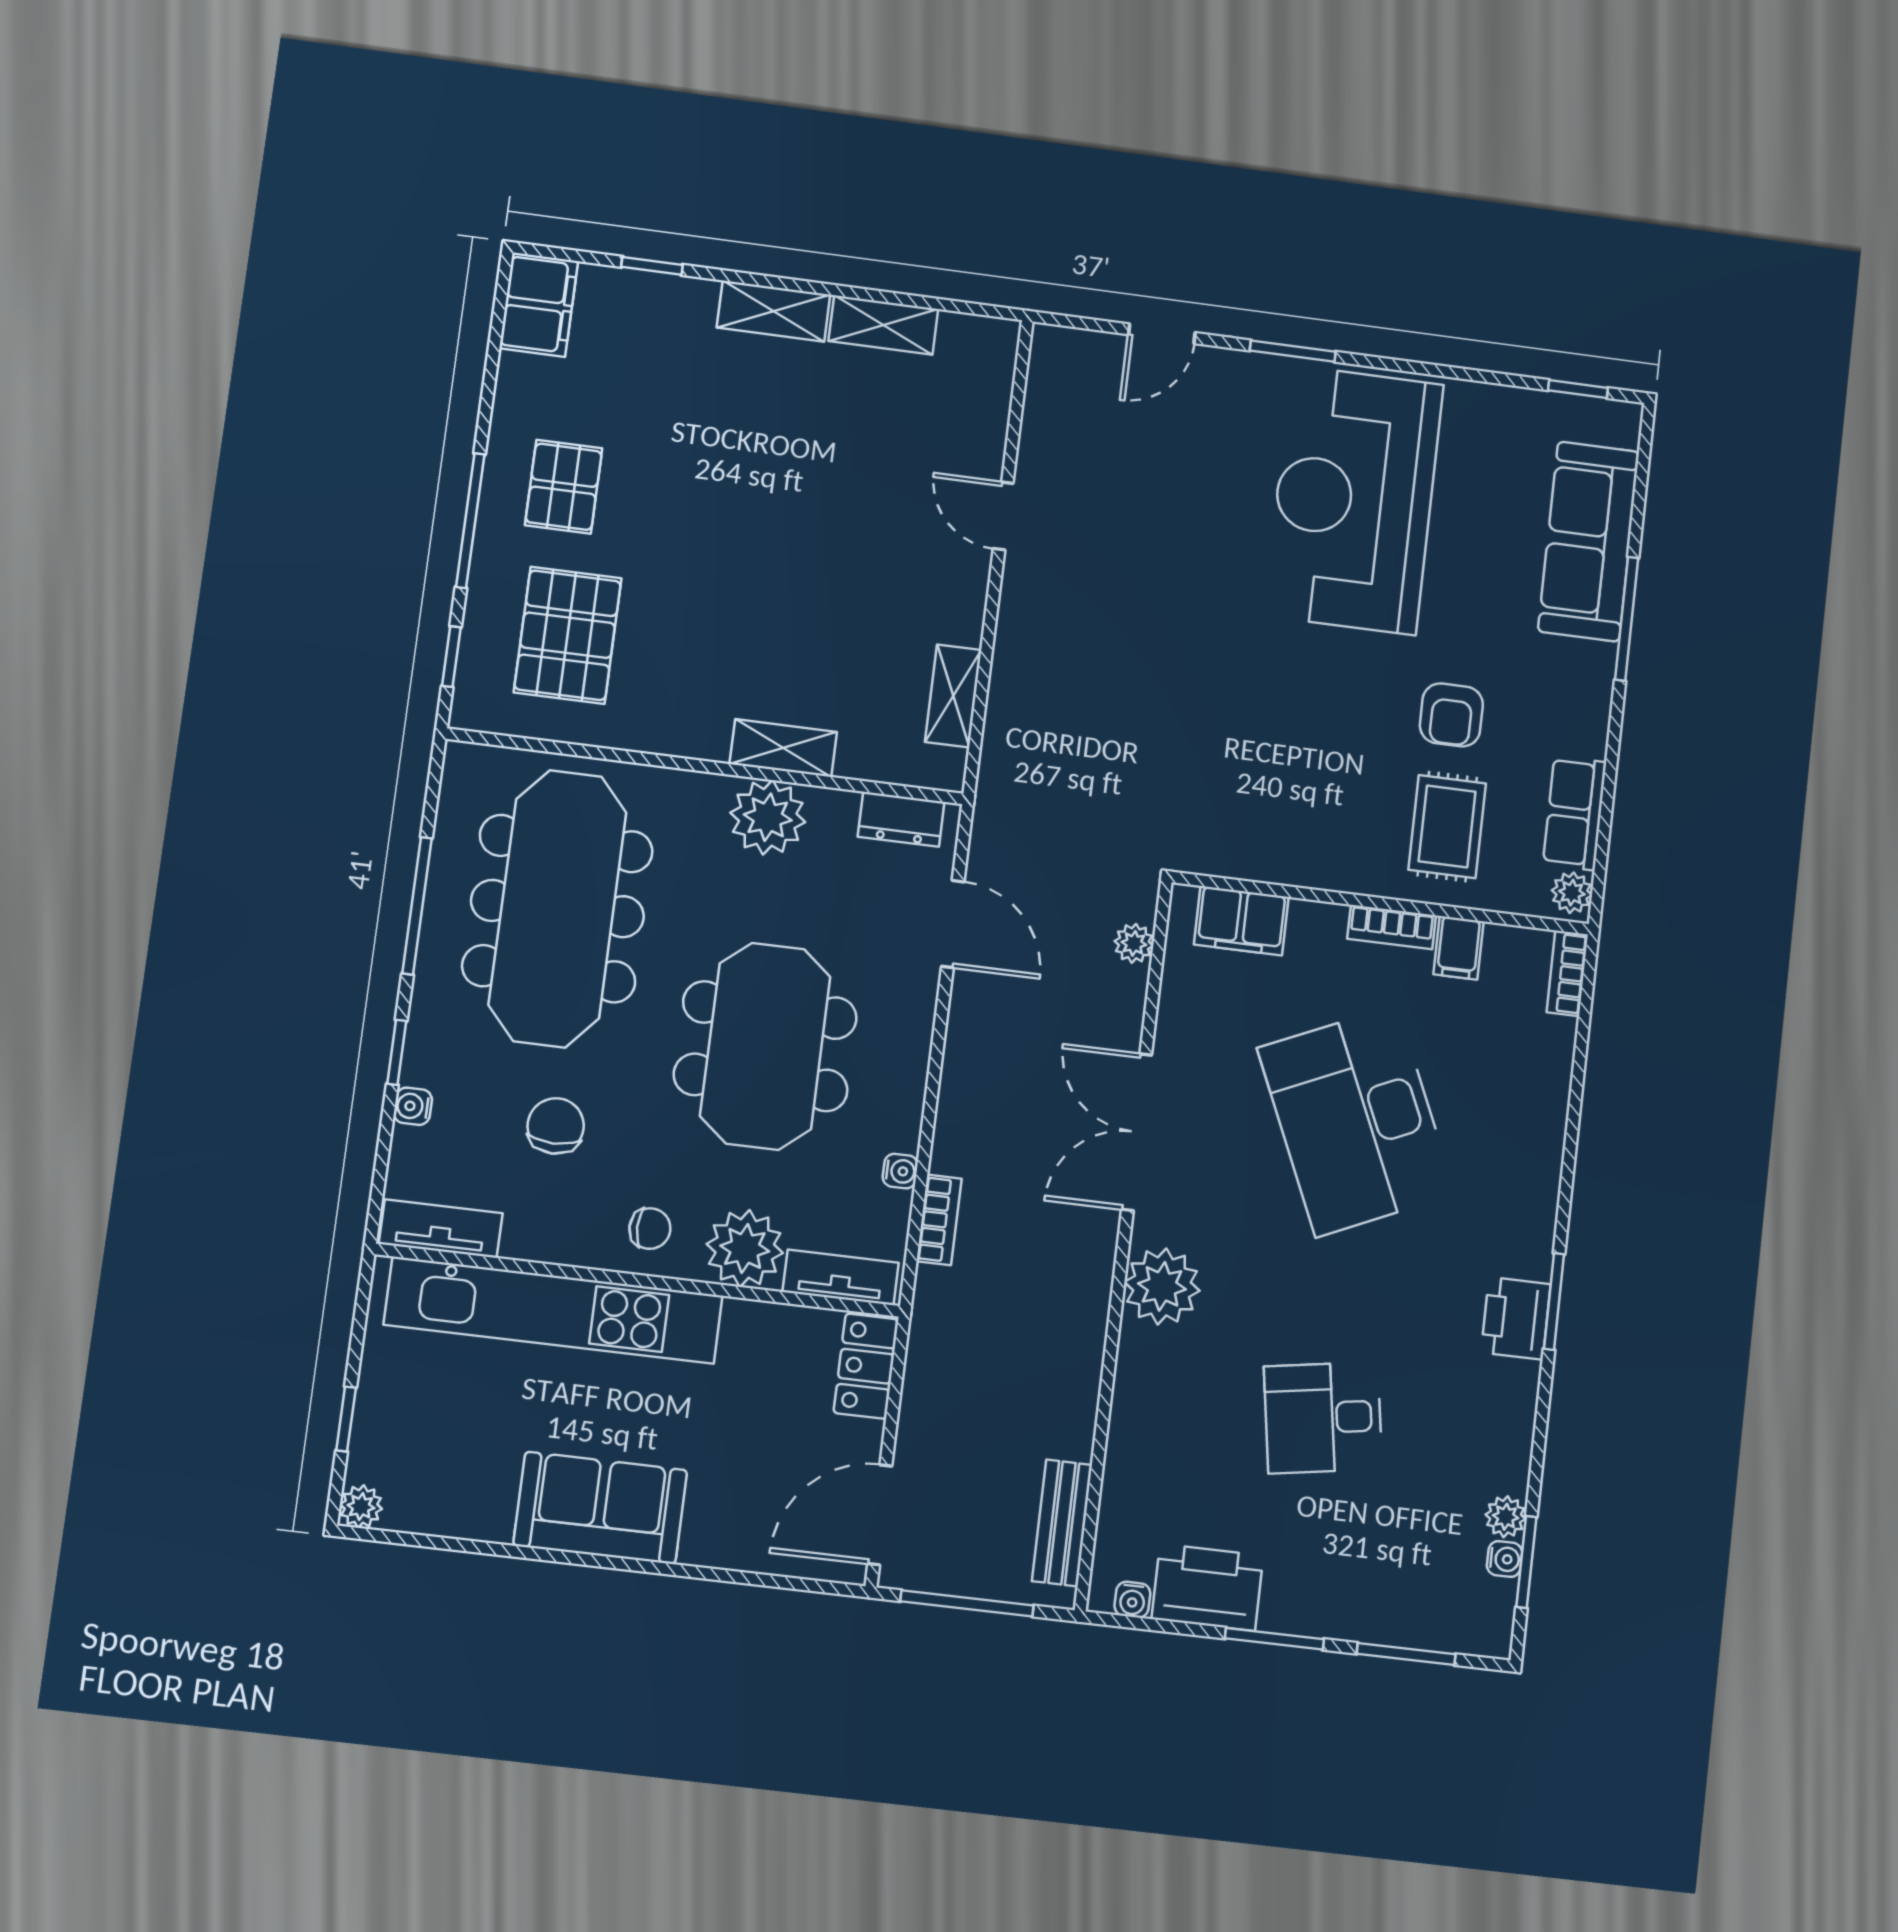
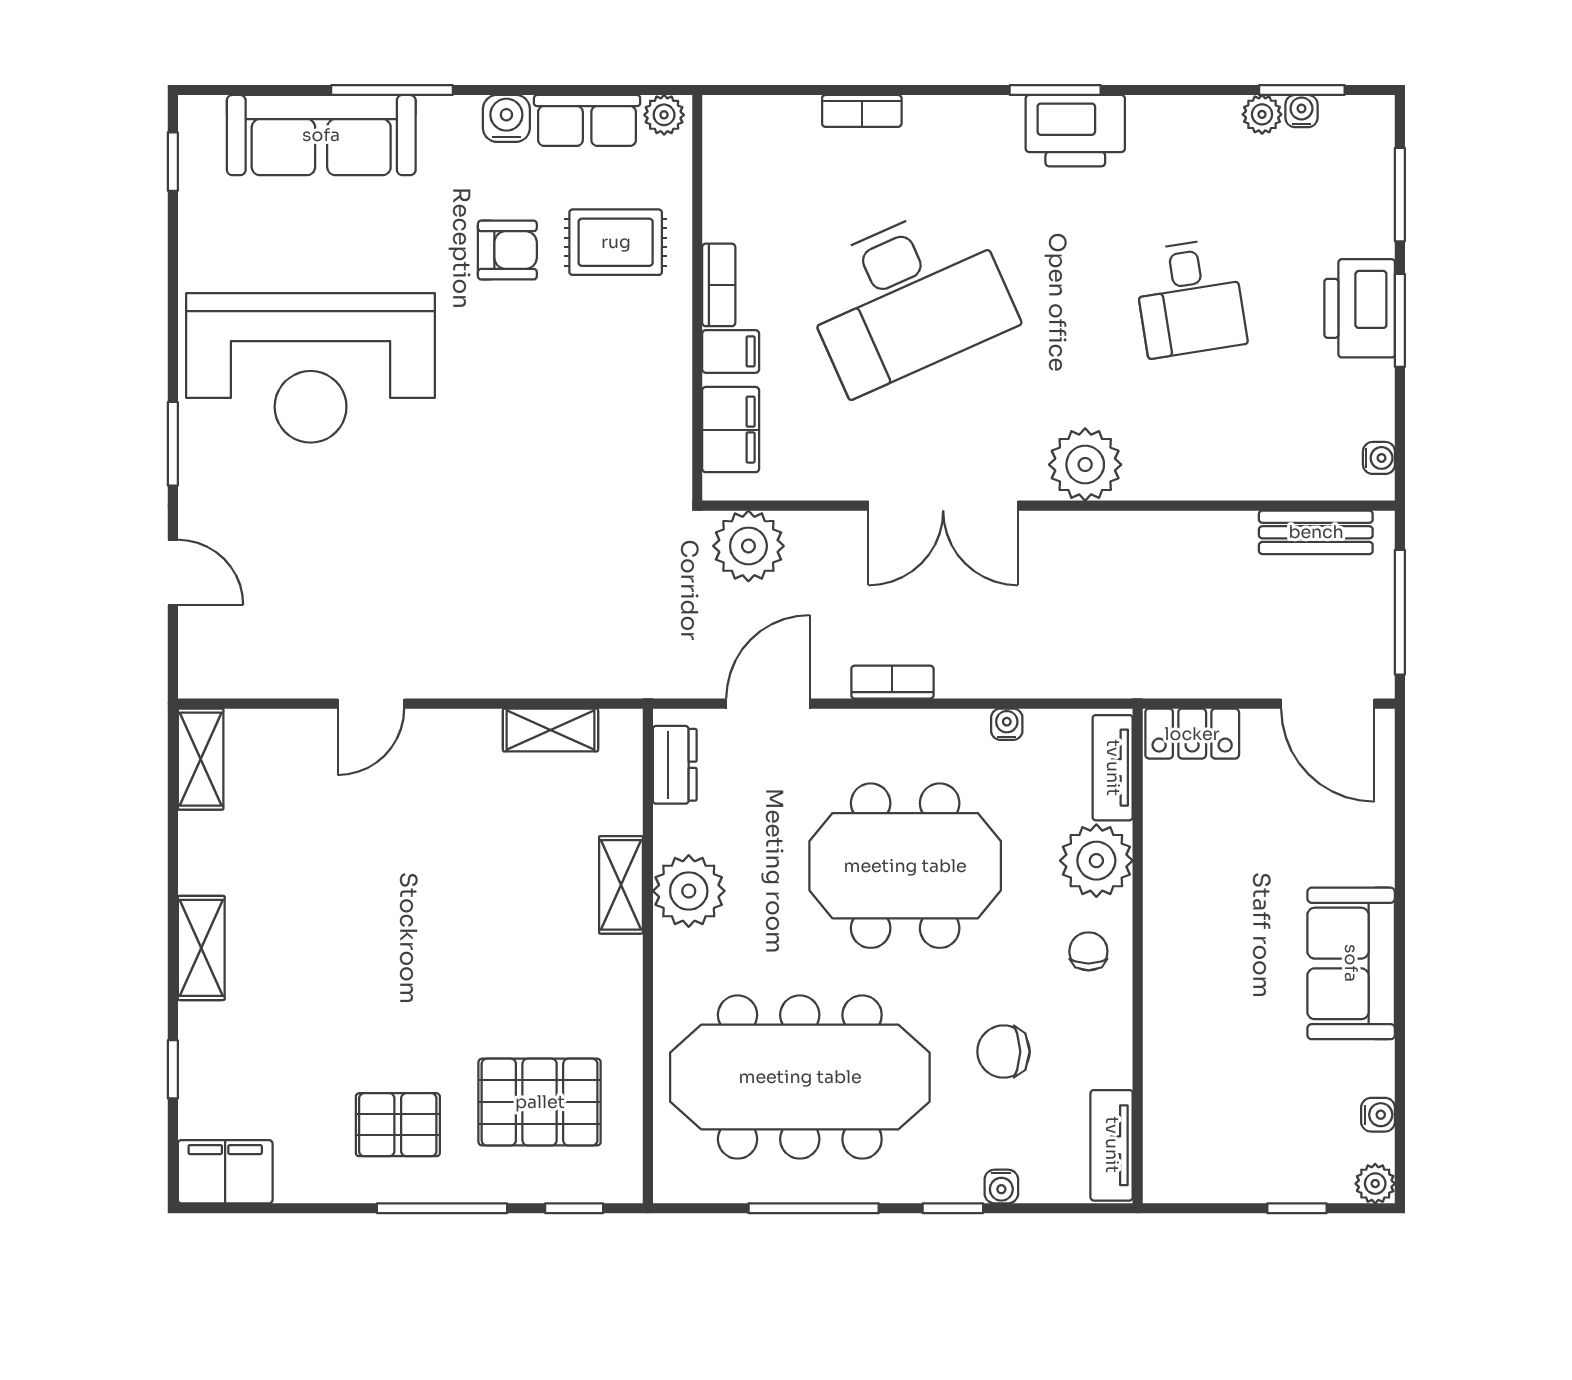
shelving: (883, 325) -> (201, 759), moved
water cooler: (1585, 731) -> (506, 118), added
plant: (1134, 943) -> (748, 546), width x1.88, depth x1.88
filing cabinet: (1459, 948) -> (731, 351), moved
bookcase: (1567, 973) -> (862, 111), moved
bookcase: (939, 1220) -> (892, 682), moved
kitchen unit: (553, 1310) -> (1175, 1031), removed
printer: (1516, 1318) -> (1075, 131), width x1.37, depth x1.19
water cooler: (435, 1518) -> (1378, 1115), added
printer: (1207, 1587) -> (1360, 308), moved

